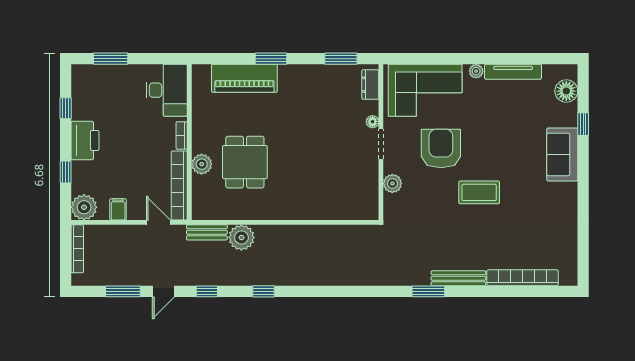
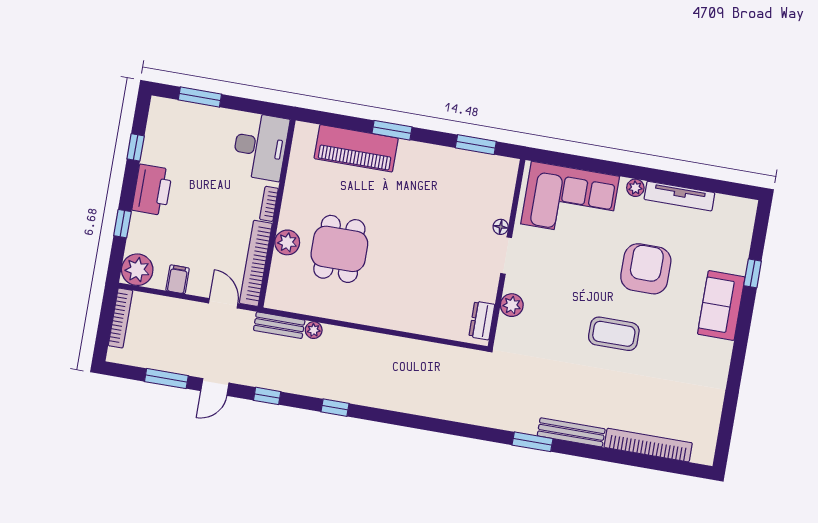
dresser: (370, 85) -> (482, 320), moved
floor lamp: (566, 91) -> (739, 230), removed
armchair: (441, 149) -> (646, 269), moved
plant: (241, 237) -> (314, 330), width x0.53, depth x0.53

